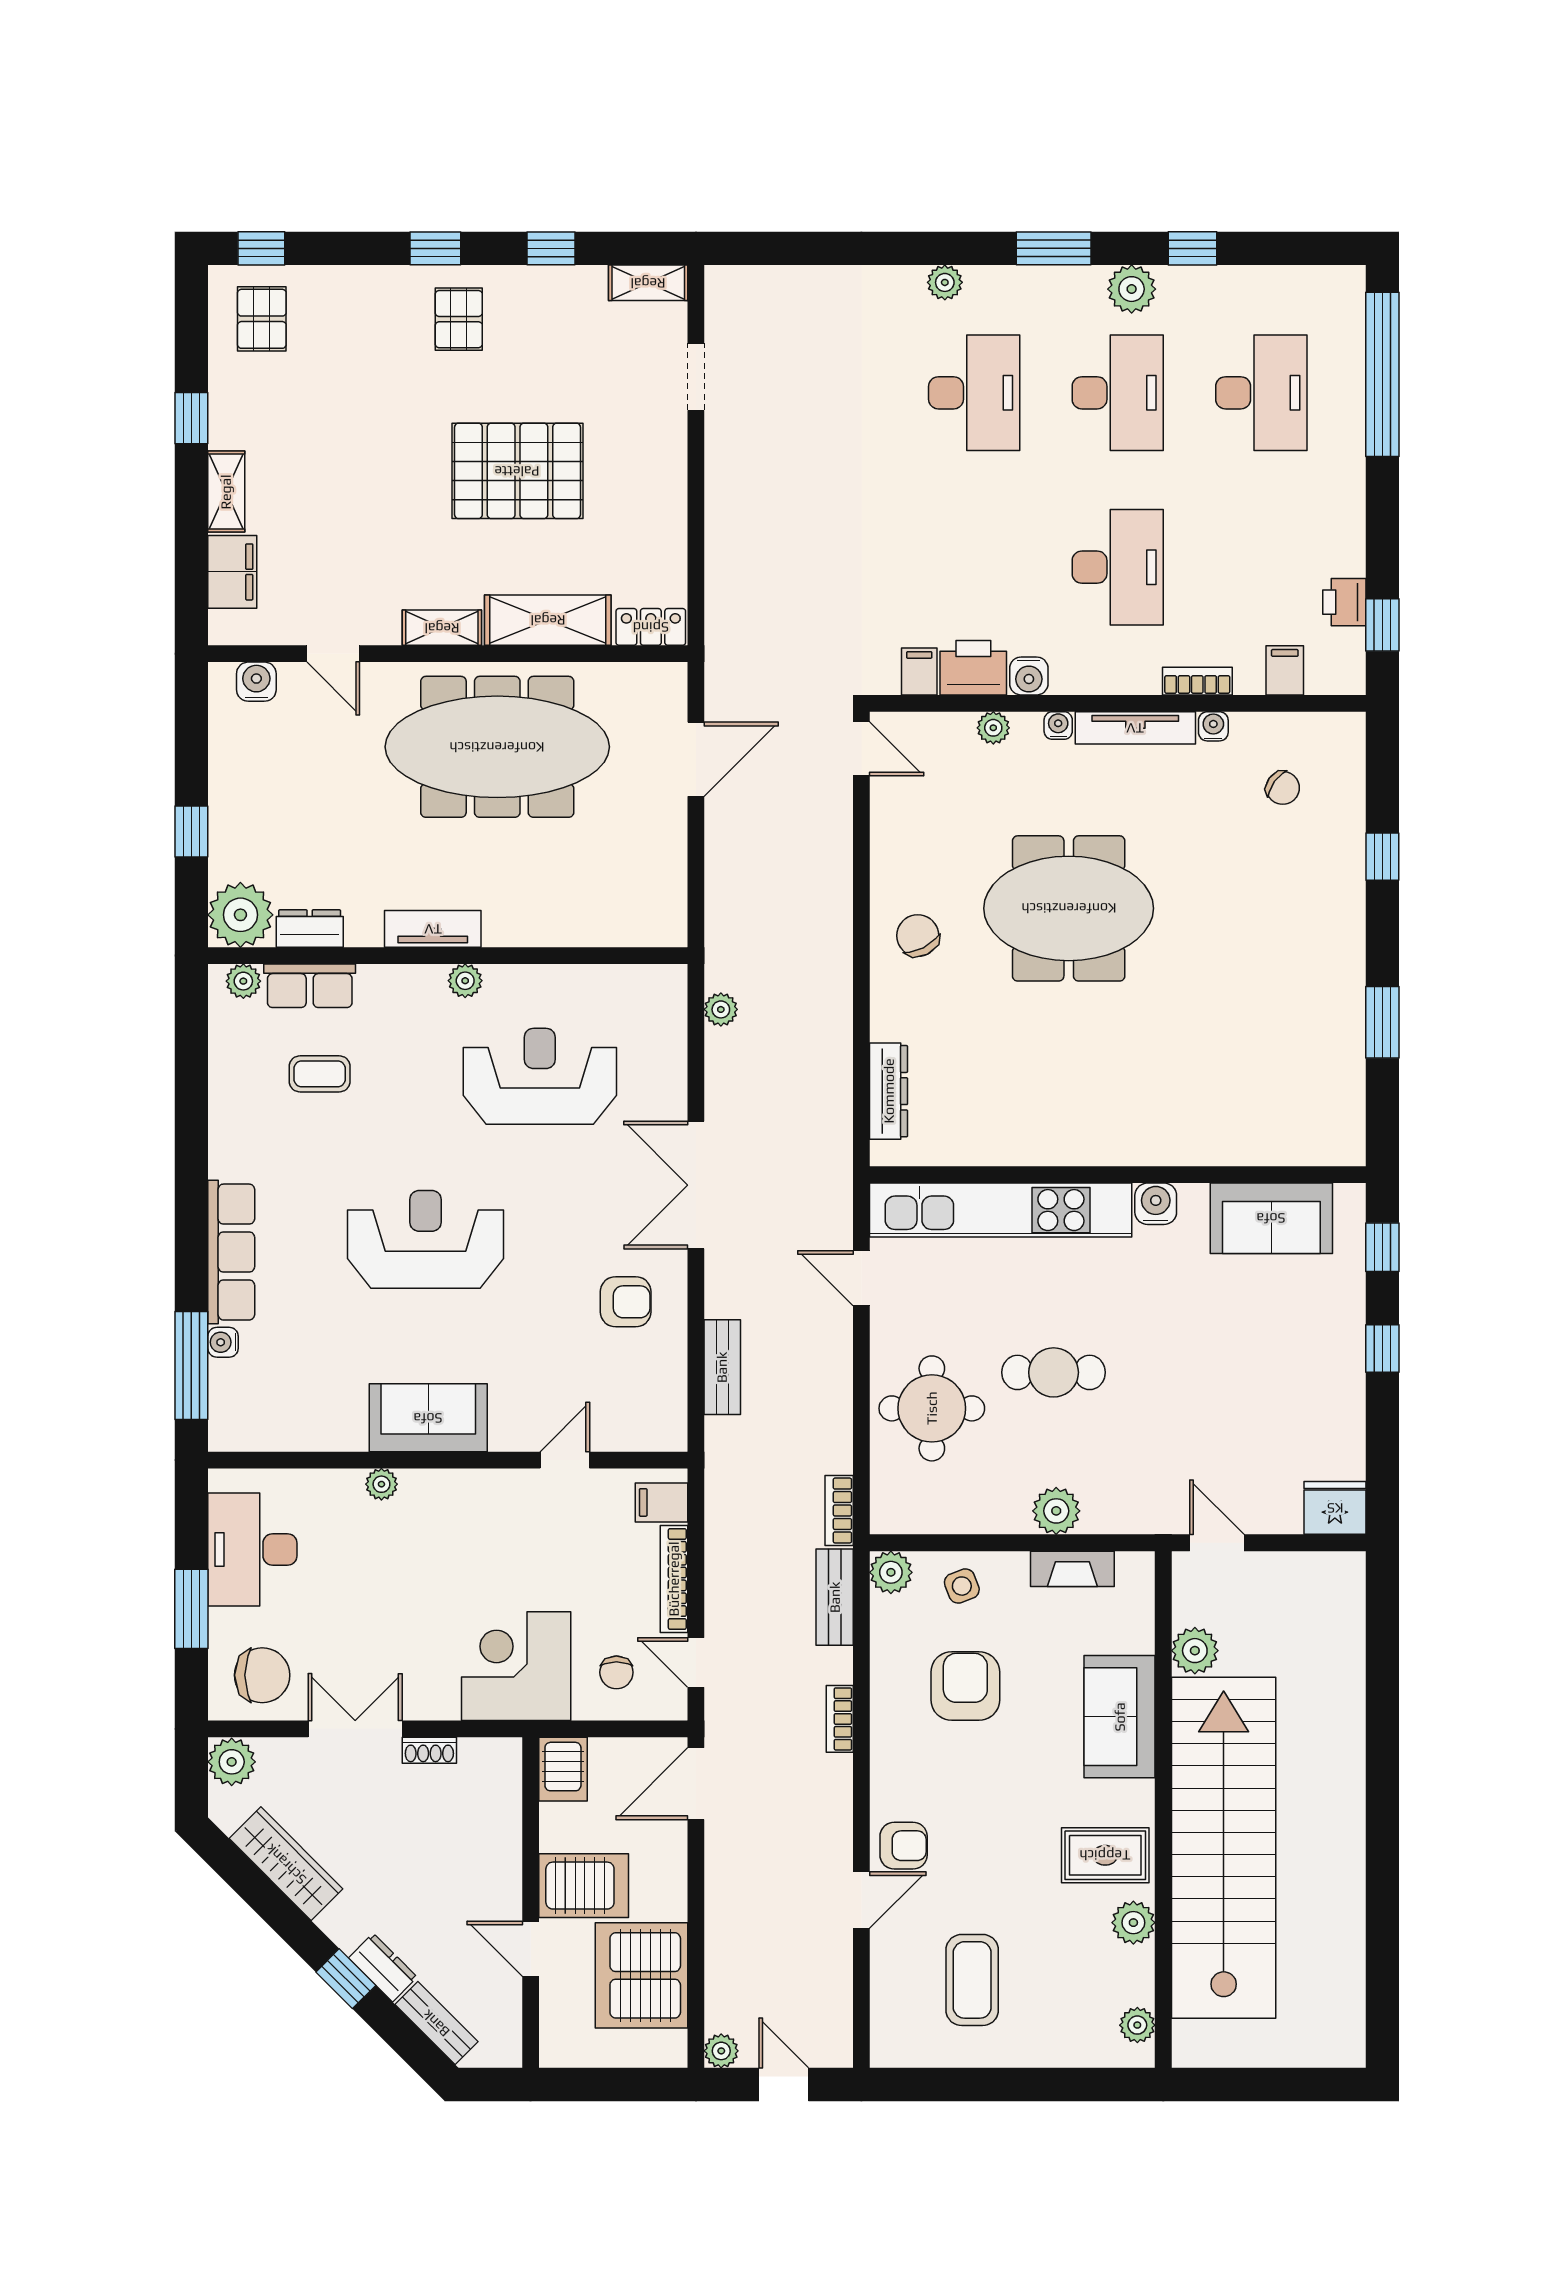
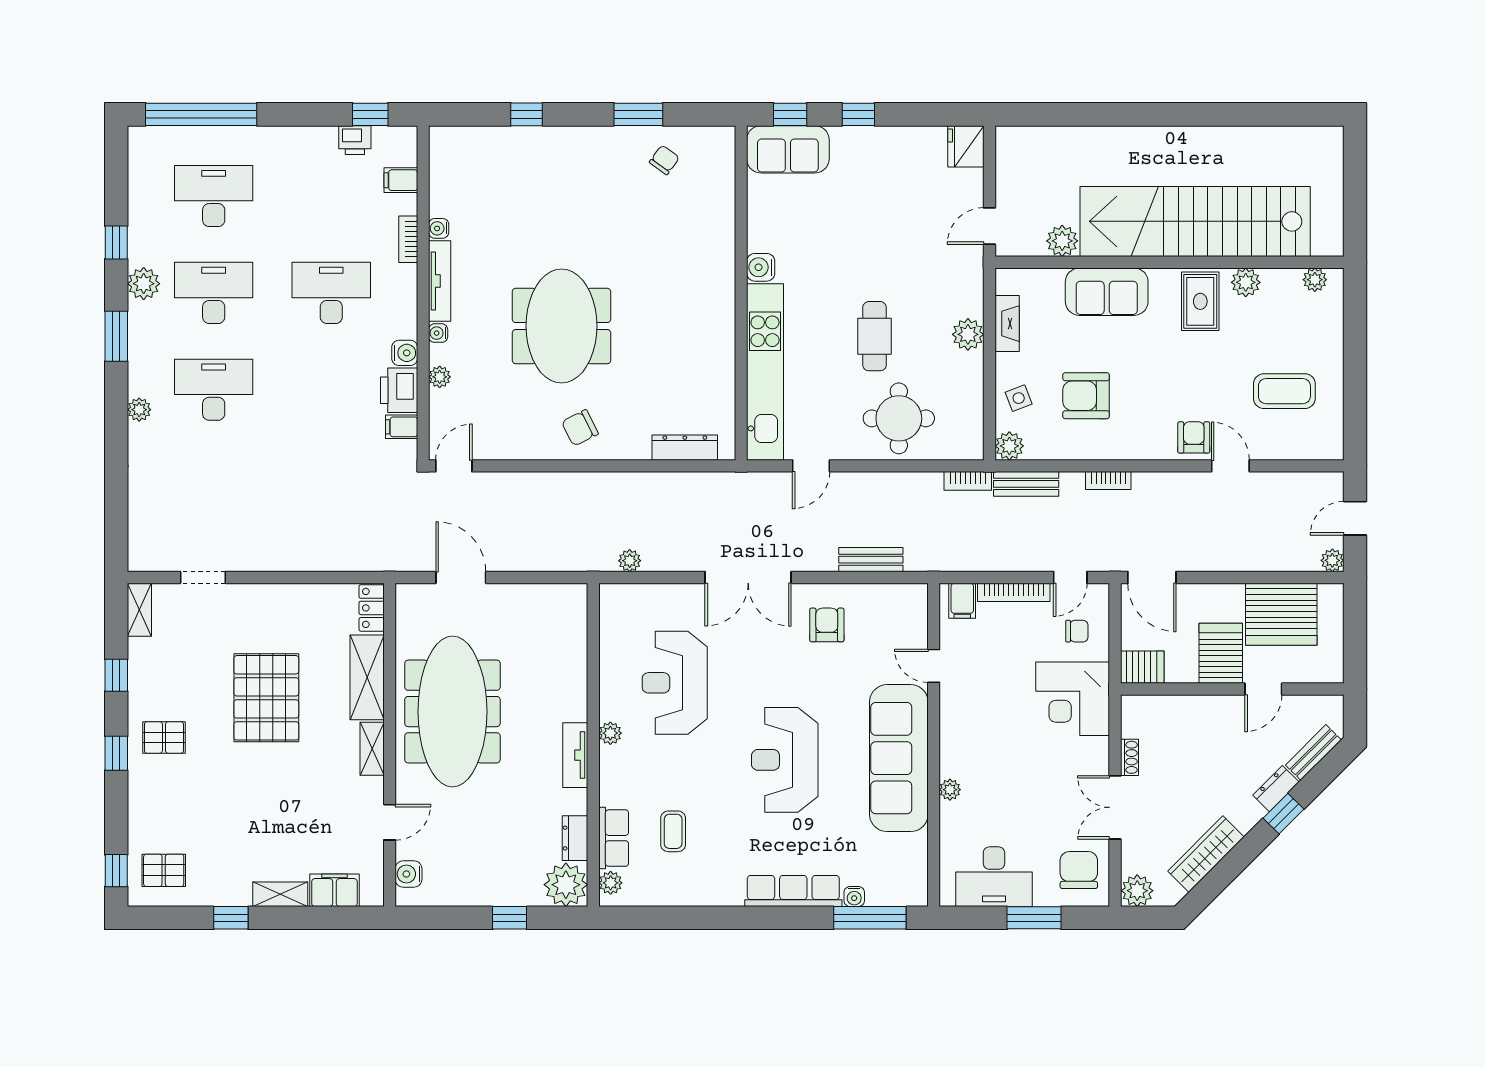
chair: (1283, 788) -> (664, 160), moved
sofa: (1271, 1218) -> (788, 149), moved, turned 90
sofa: (428, 1418) -> (899, 758), width x1.85, depth x1.27

